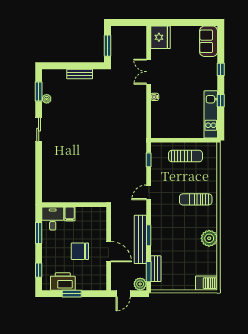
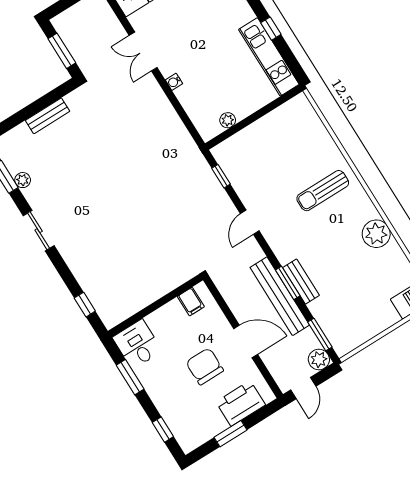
plant: (170, 133) -> (228, 120), added
sun lounger: (185, 156) -> (270, 138), removed
window: (39, 182) -> (85, 305), added
filing cabinet: (70, 214) -> (191, 302), moved
chair: (80, 251) -> (205, 366), turned 90
bench: (156, 269) -> (301, 282), moved
printer: (63, 281) -> (241, 403), moved

